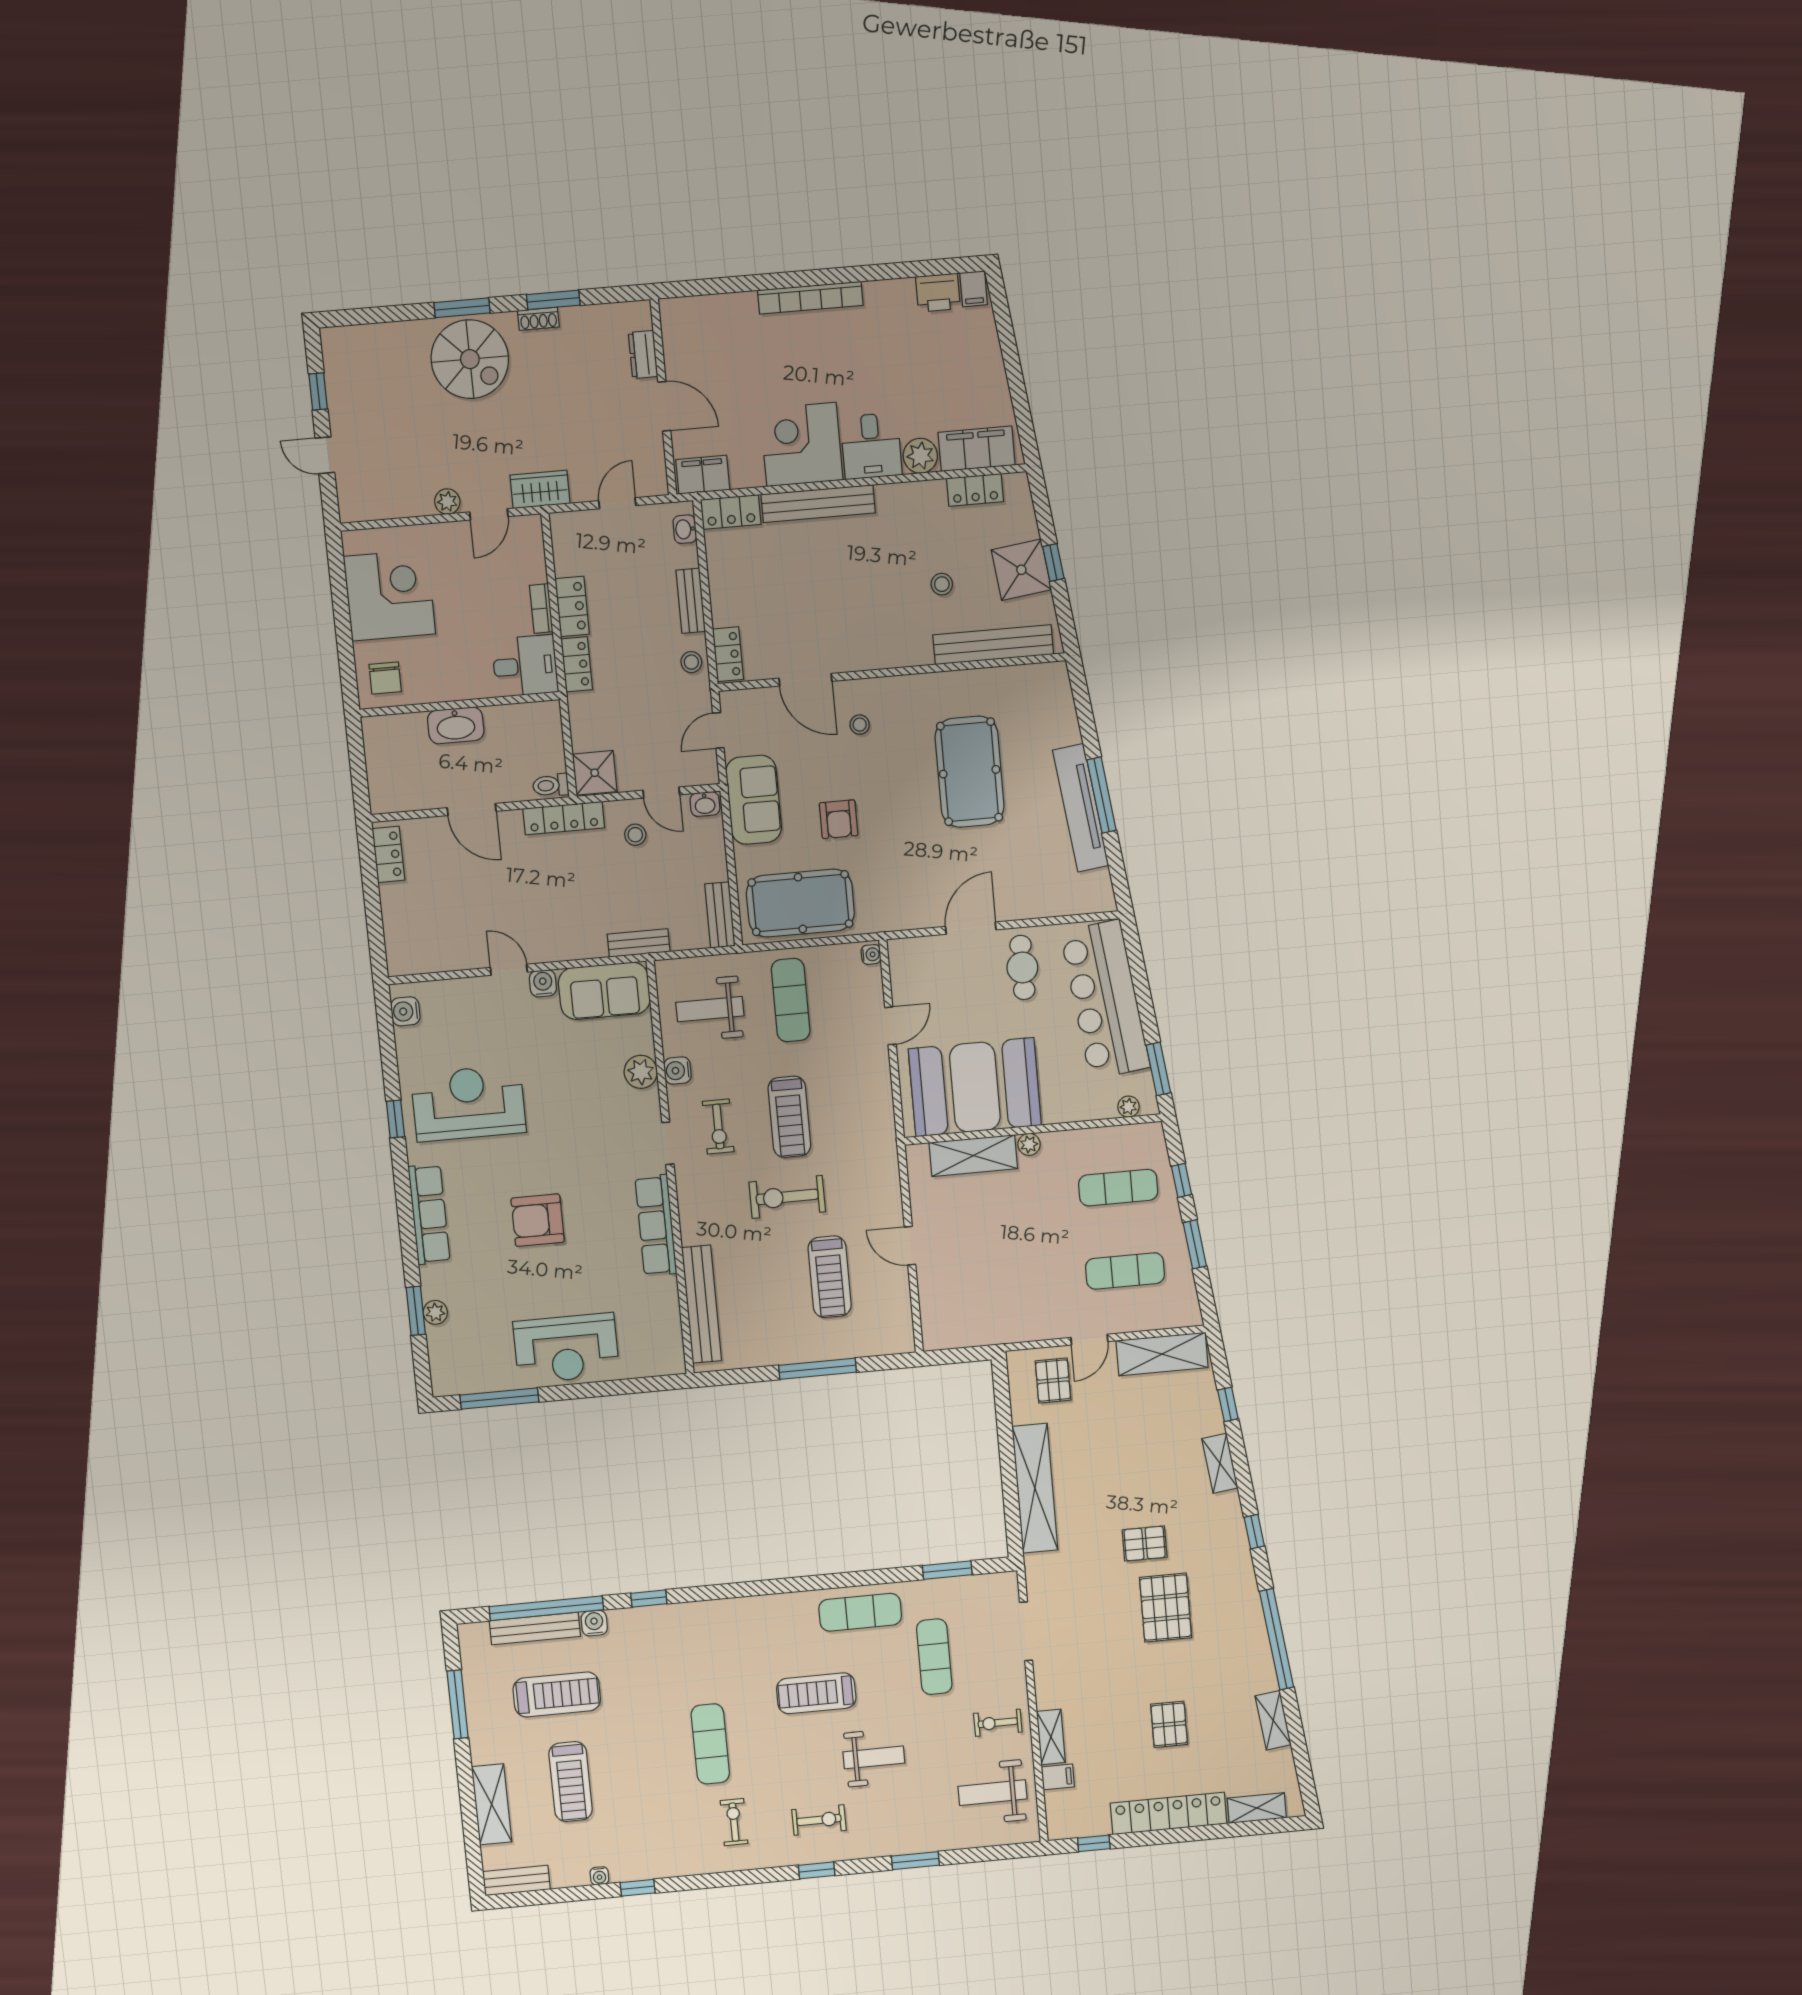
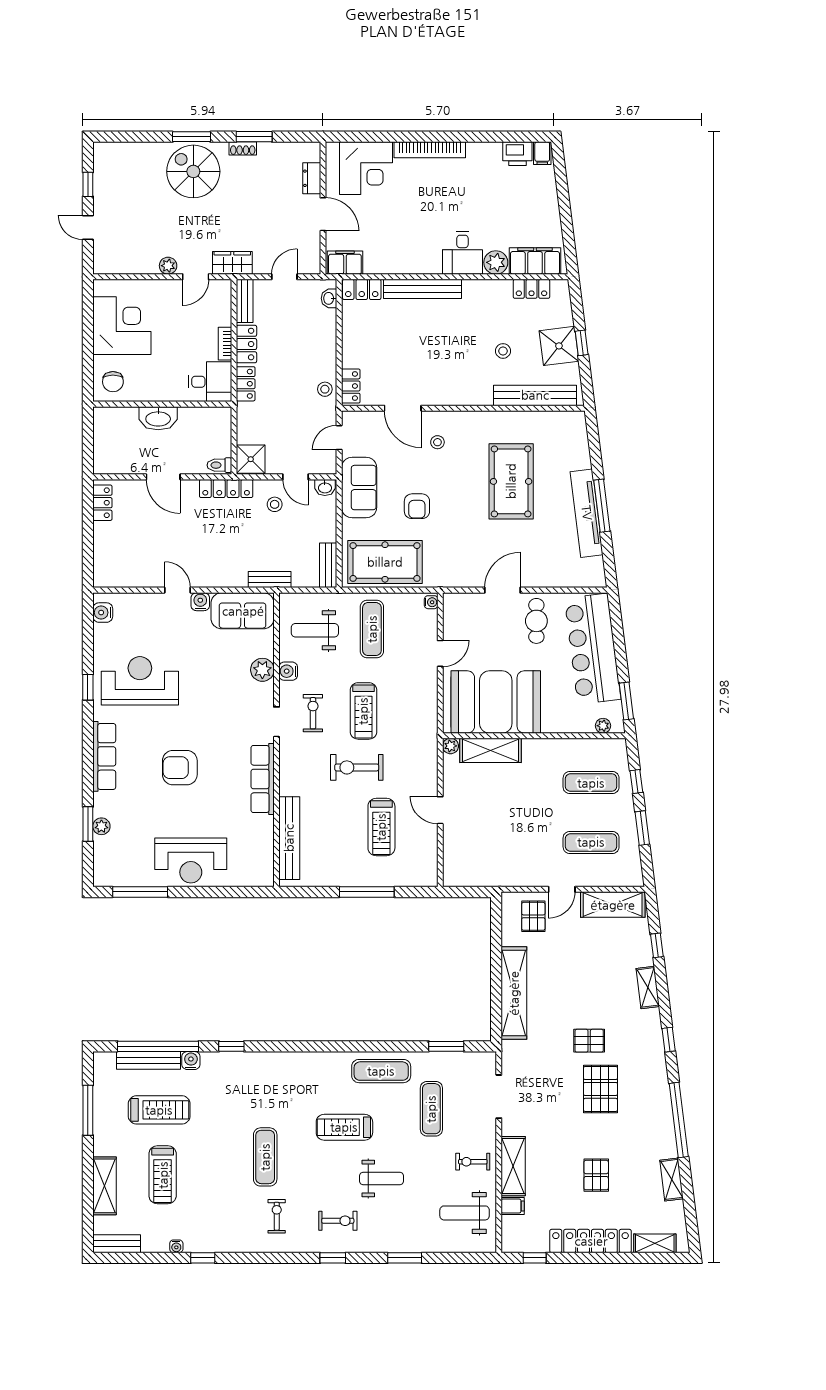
spiral stairs: (470, 359) -> (193, 171), turned 180
corner desk: (801, 444) -> (366, 168), moved, turned 180
bench: (691, 601) -> (245, 301), moved
exercise bike: (718, 1127) -> (313, 713), turned 180
plant: (1029, 1144) -> (450, 746), moved
shelving: (1051, 1737) -> (513, 1166), width x1.50, depth x1.33

